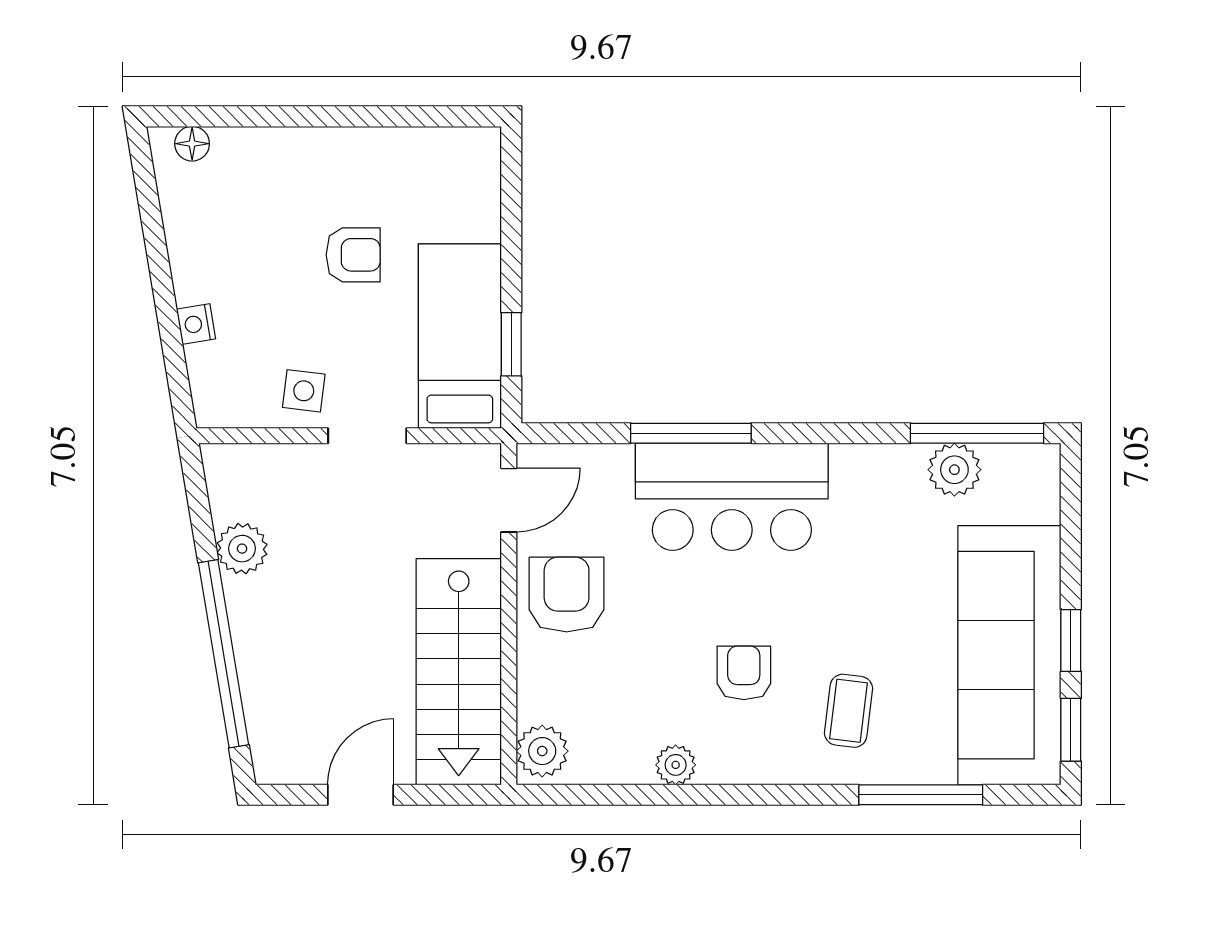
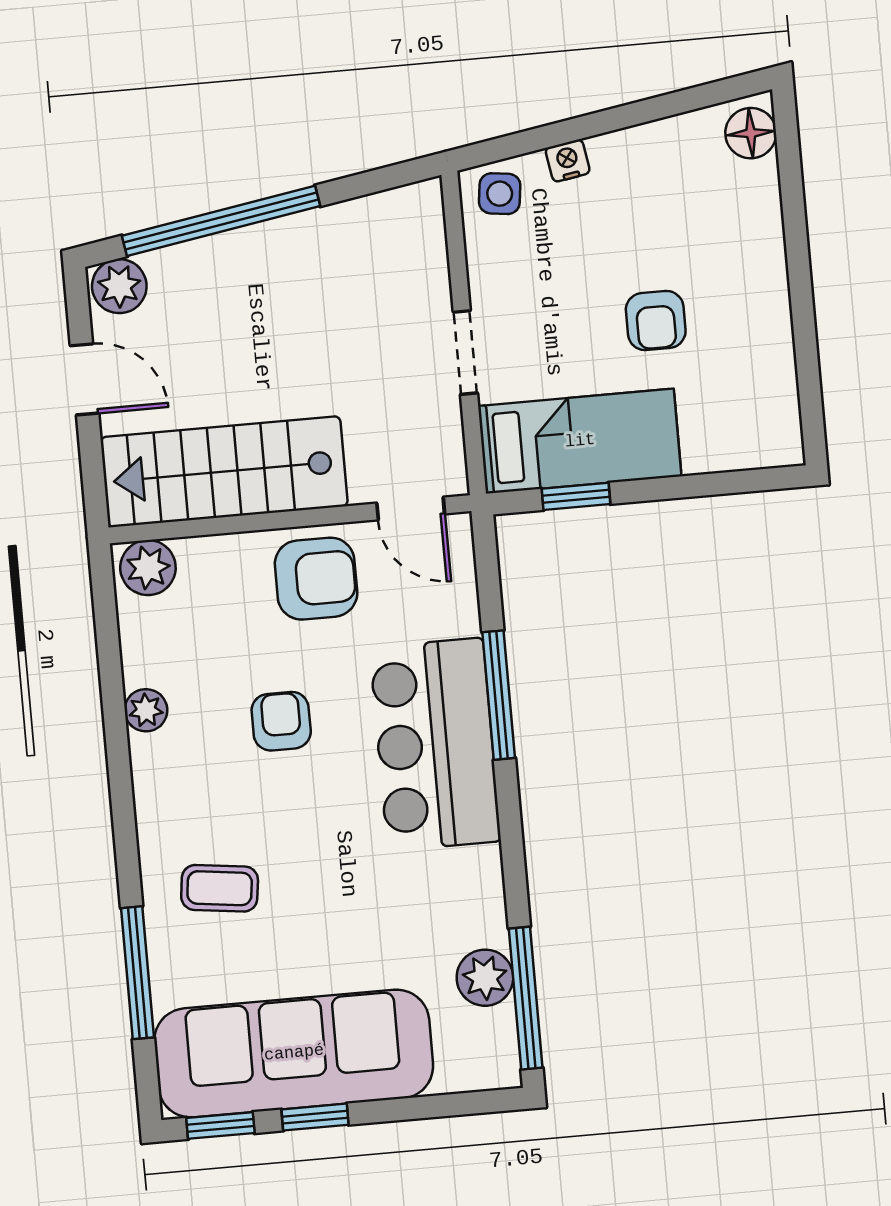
floor lamp: (192, 144) -> (751, 133), width x1.37, depth x1.37
side table: (304, 391) -> (500, 194), moved
plant: (242, 549) -> (119, 286), moved
armchair: (744, 673) -> (281, 721), moved, turned -90

